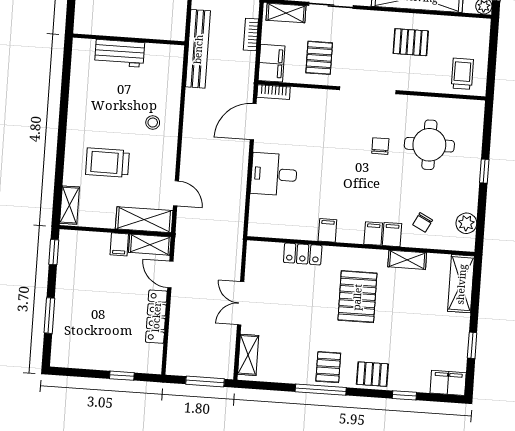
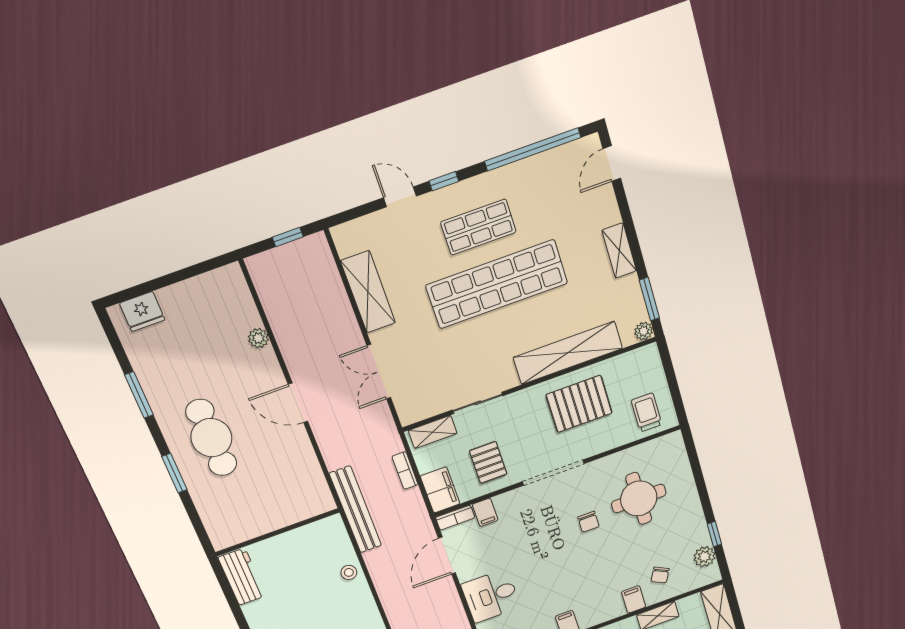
pallet: (411, 42) -> (579, 404), width x1.50, depth x1.42
workbench: (120, 53) -> (242, 577), moved, turned -90
stool: (153, 123) -> (349, 572), moved
chair: (380, 146) -> (588, 522), turned 180
window: (484, 171) -> (714, 534), moved
filing cabinet: (373, 234) -> (485, 512), moved, turned 180

